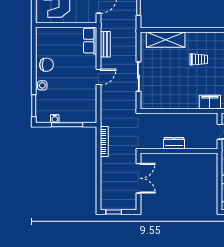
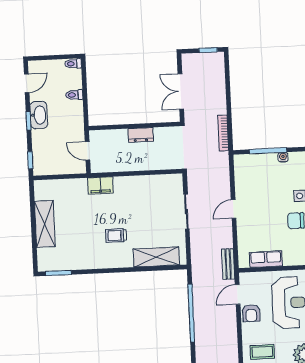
row of seats: (90, 41) -> (266, 259), moved, turned -90
bench: (105, 44) -> (228, 264), moved

